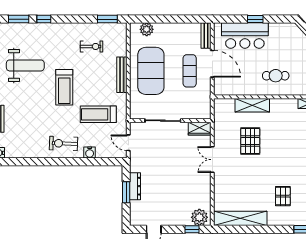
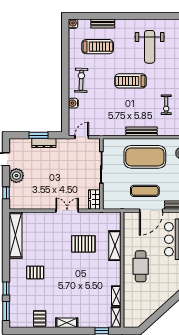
cafe table: (276, 76) -> (141, 266), width x1.37, depth x1.35
treadmill: (98, 114) -> (98, 47), moved, turned 90
plant: (199, 217) -> (16, 176), moved

